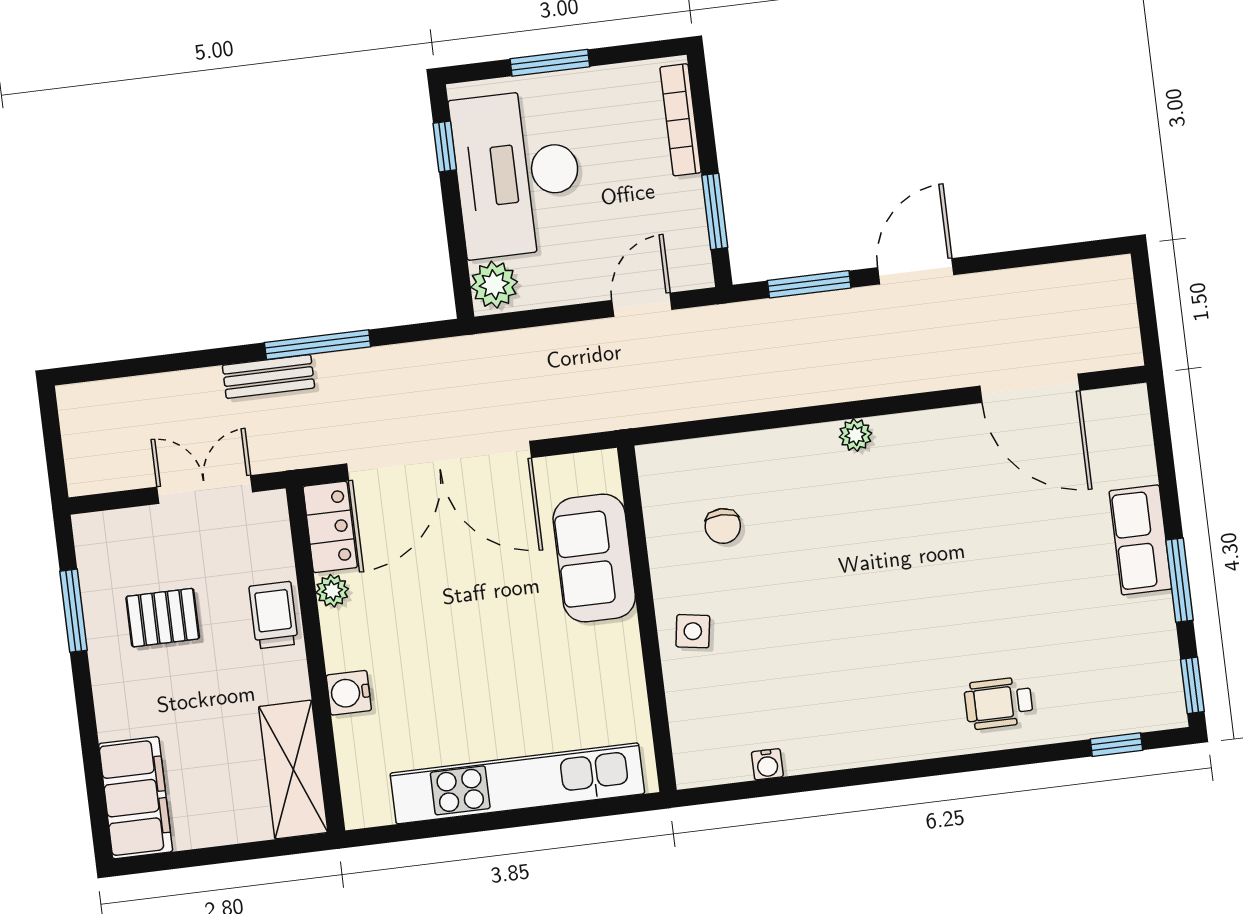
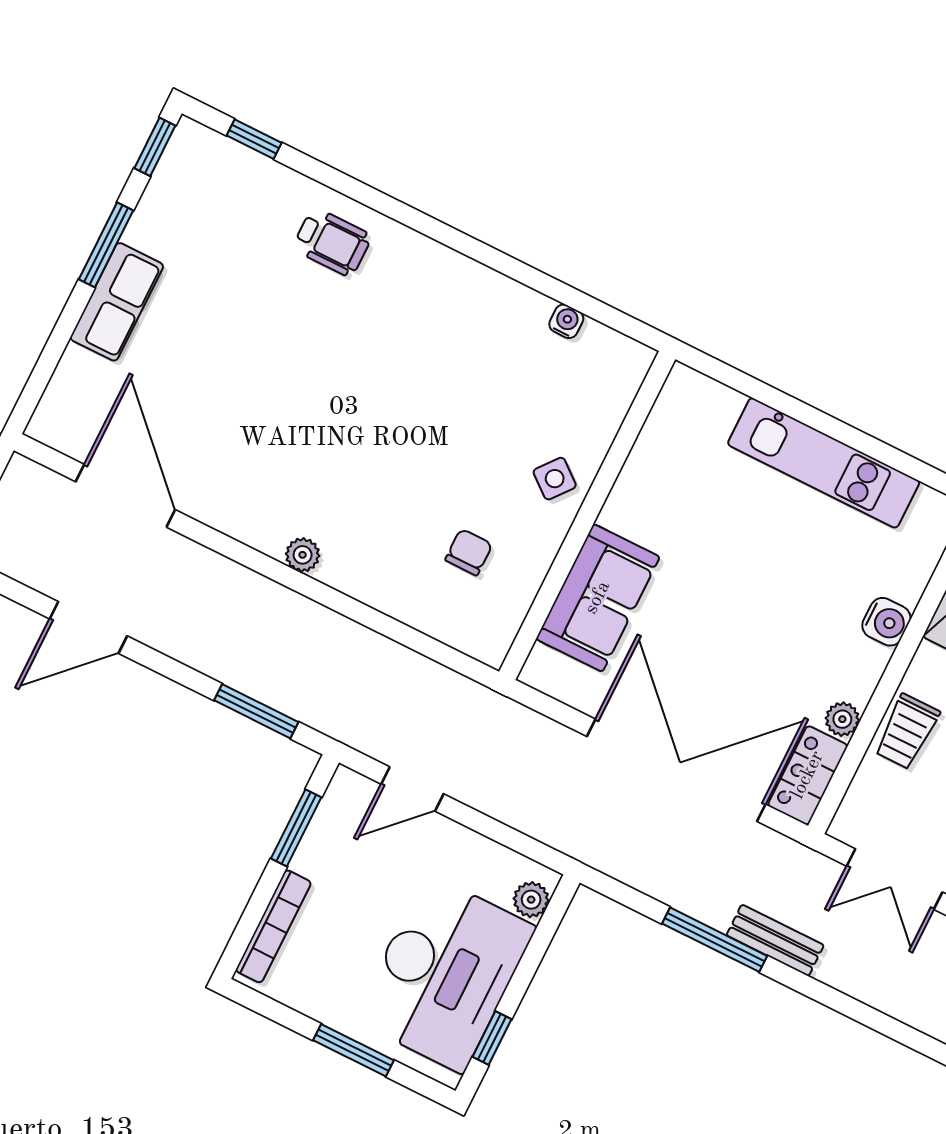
door: (916, 271) -> (88, 627), moved
plant: (494, 285) -> (531, 900), width x0.73, depth x0.73
side table: (693, 631) -> (555, 479), turned 30
kitchen unit: (517, 783) -> (824, 463), width x0.73

